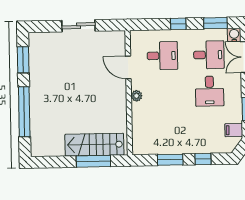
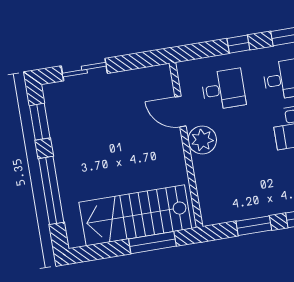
sliding door: (79, 26) -> (84, 70), moved
plant: (136, 96) -> (202, 140), width x1.88, depth x1.88
stairs: (94, 145) -> (135, 215), width x1.36, depth x1.51

